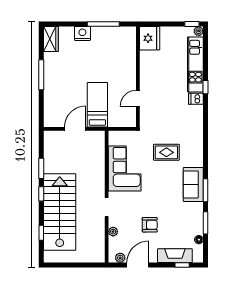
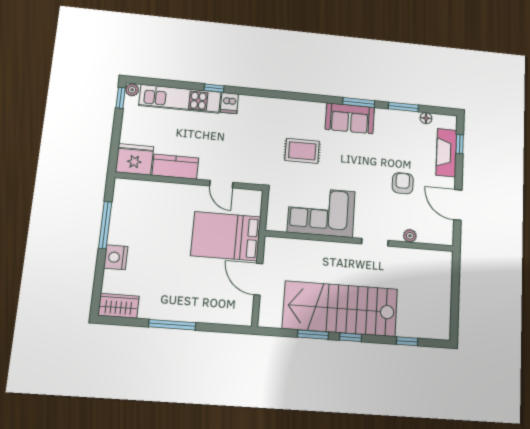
kitchen counter: (147, 66) -> (175, 167), added
bed: (97, 105) -> (226, 236), width x1.50
rug: (166, 152) -> (302, 151), turned 90
stairs: (60, 212) -> (340, 309), moved
plant: (120, 258) -> (447, 229), removed

